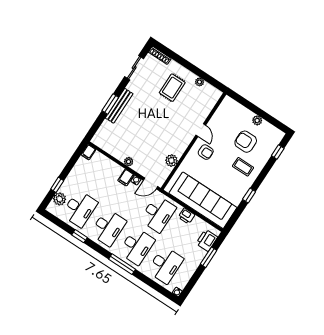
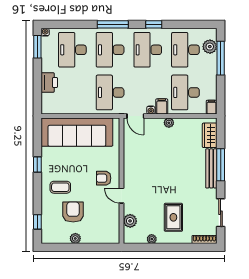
window: (110, 104) -> (221, 165), width x1.44
wardrobe: (104, 132) -> (210, 135), added
armchair: (246, 142) -> (73, 212), turned -90
plant: (171, 160) -> (130, 221), moved
desk: (101, 176) -> (185, 92), added
door: (151, 183) -> (135, 116), swing flipped
window: (57, 185) -> (221, 58), width x2.17
printer: (186, 216) -> (83, 108), removed
window: (79, 236) -> (154, 24), moved
printer: (207, 240) -> (49, 83), moved
window: (209, 257) -> (37, 47), moved

